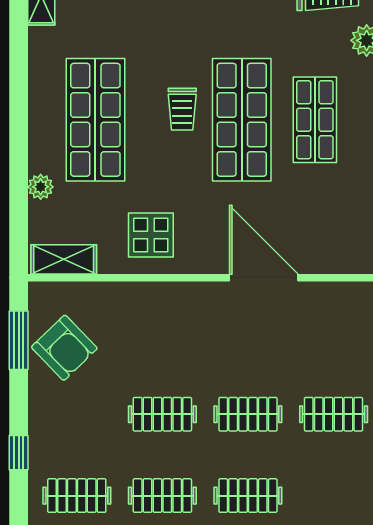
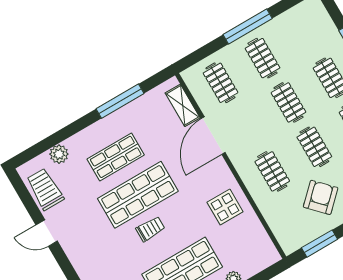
shelving: (64, 259) -> (183, 105), moved
clothes rail: (162, 333) -> (272, 171), added
clothes rail: (334, 333) -> (220, 83), added
armchair: (64, 348) -> (321, 197), moved

